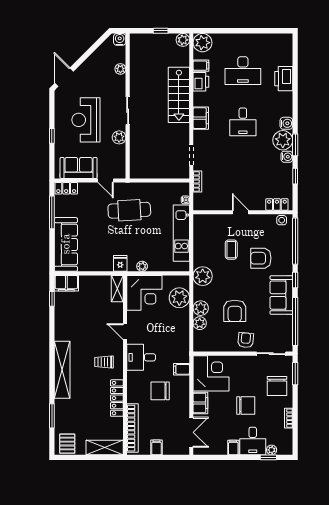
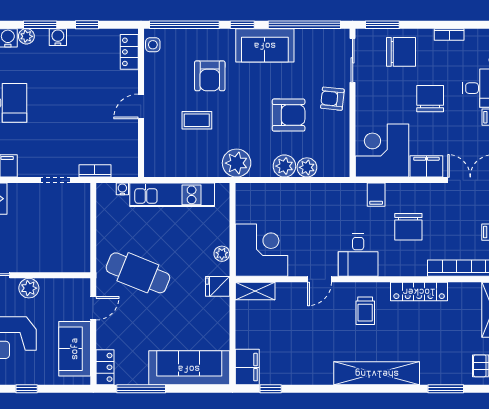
plant: (283, 140) -> (26, 36), width x0.53, depth x0.53
cafe table: (129, 210) -> (138, 273), turned -65
plant: (179, 298) -> (269, 198), removed

